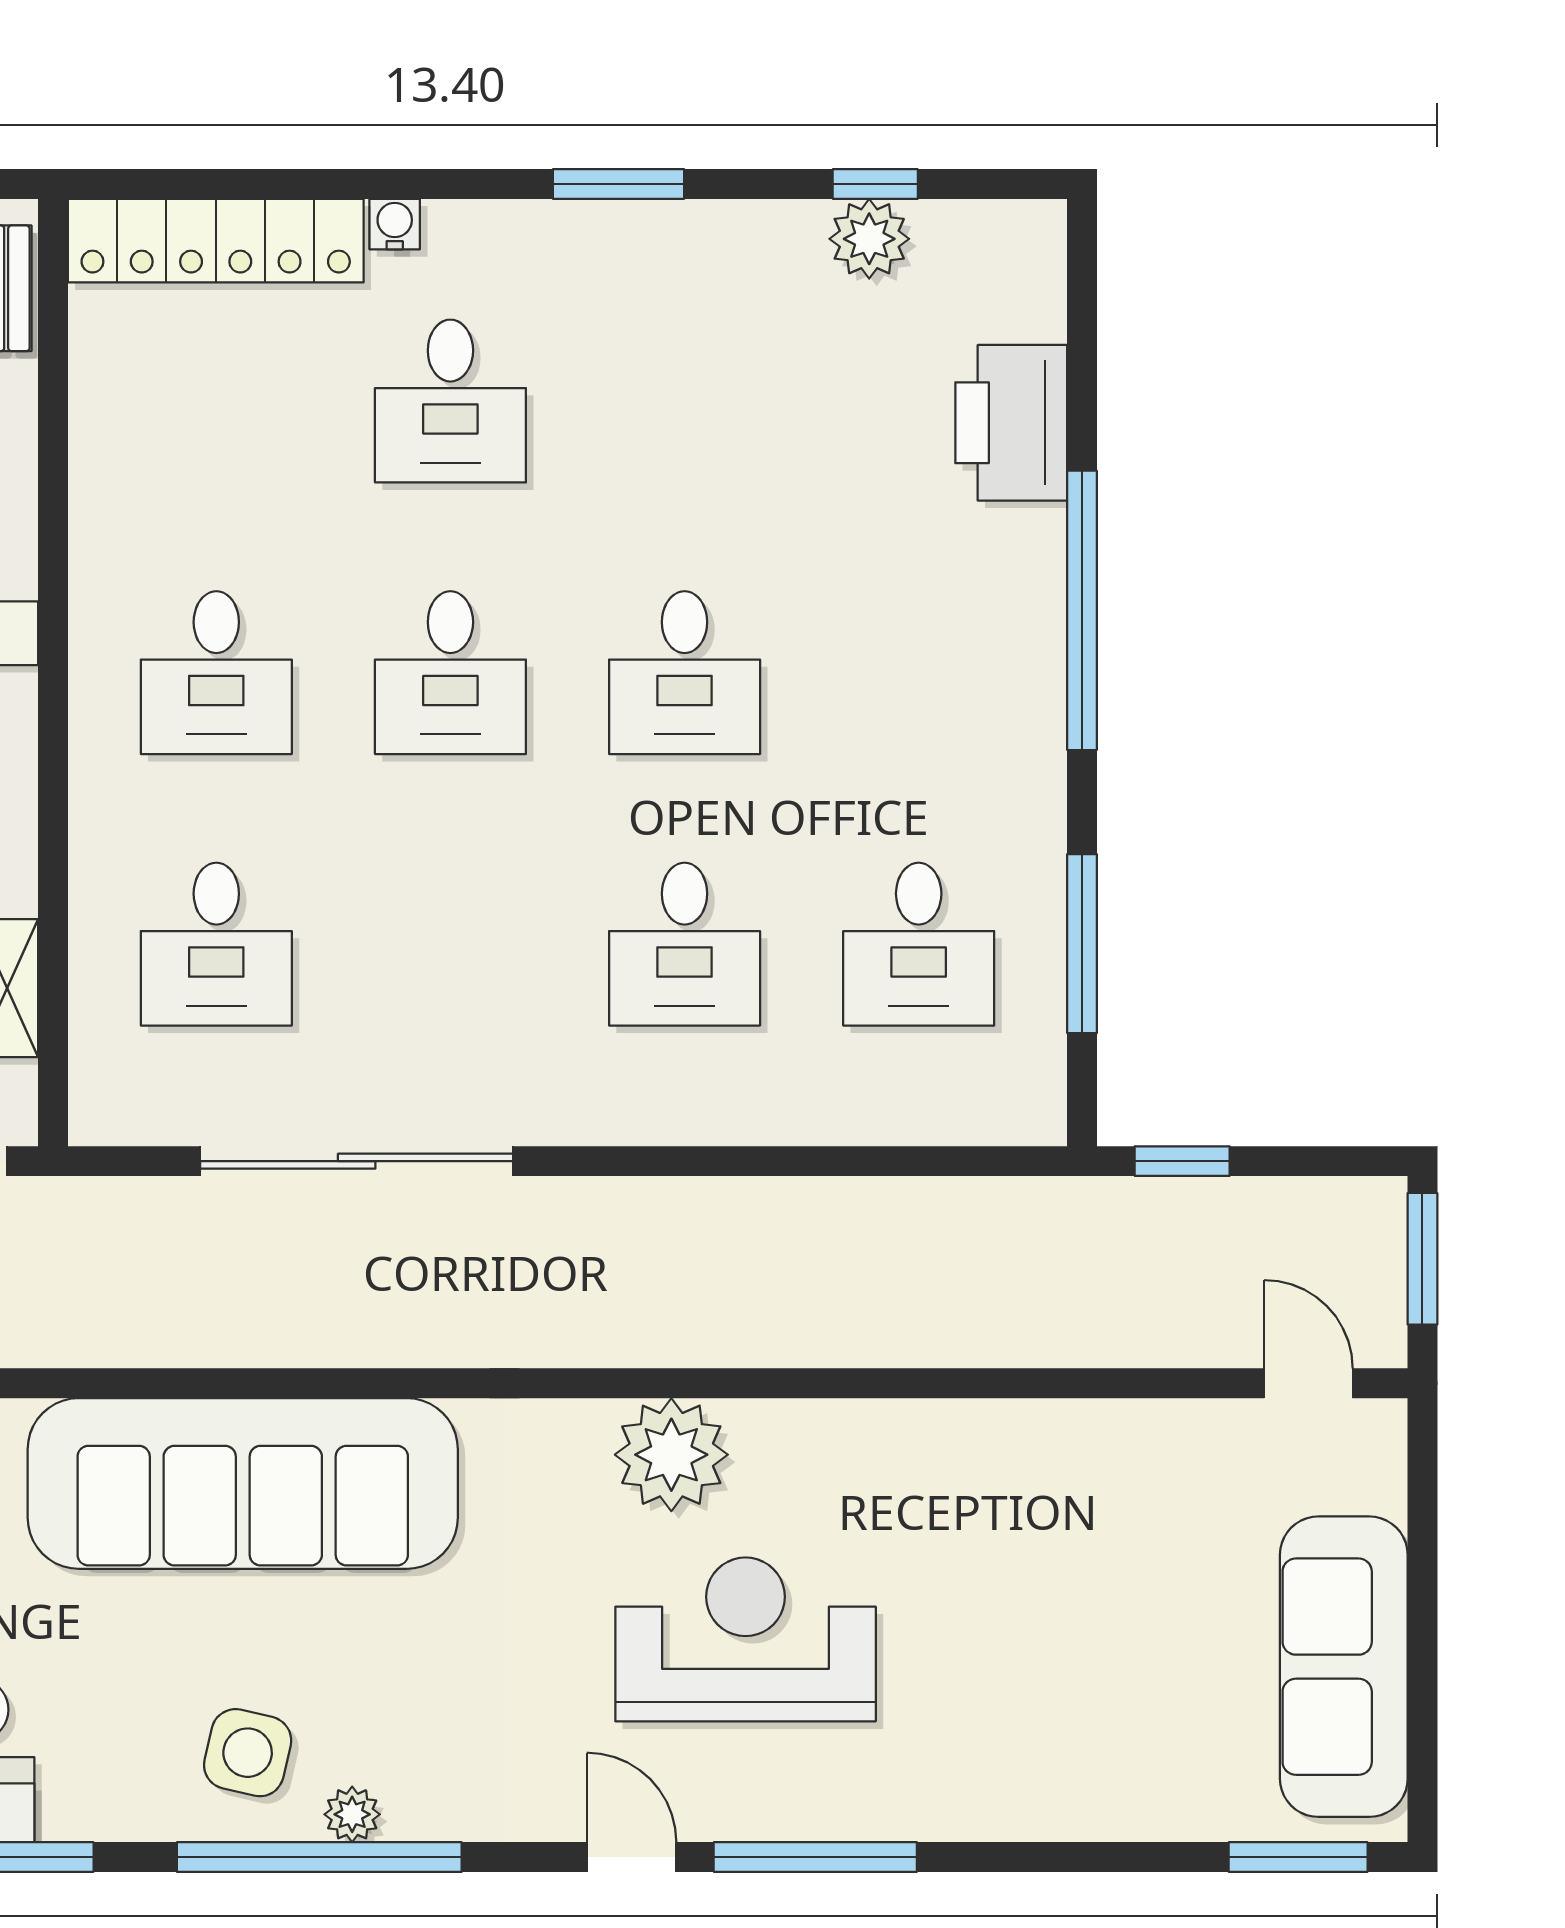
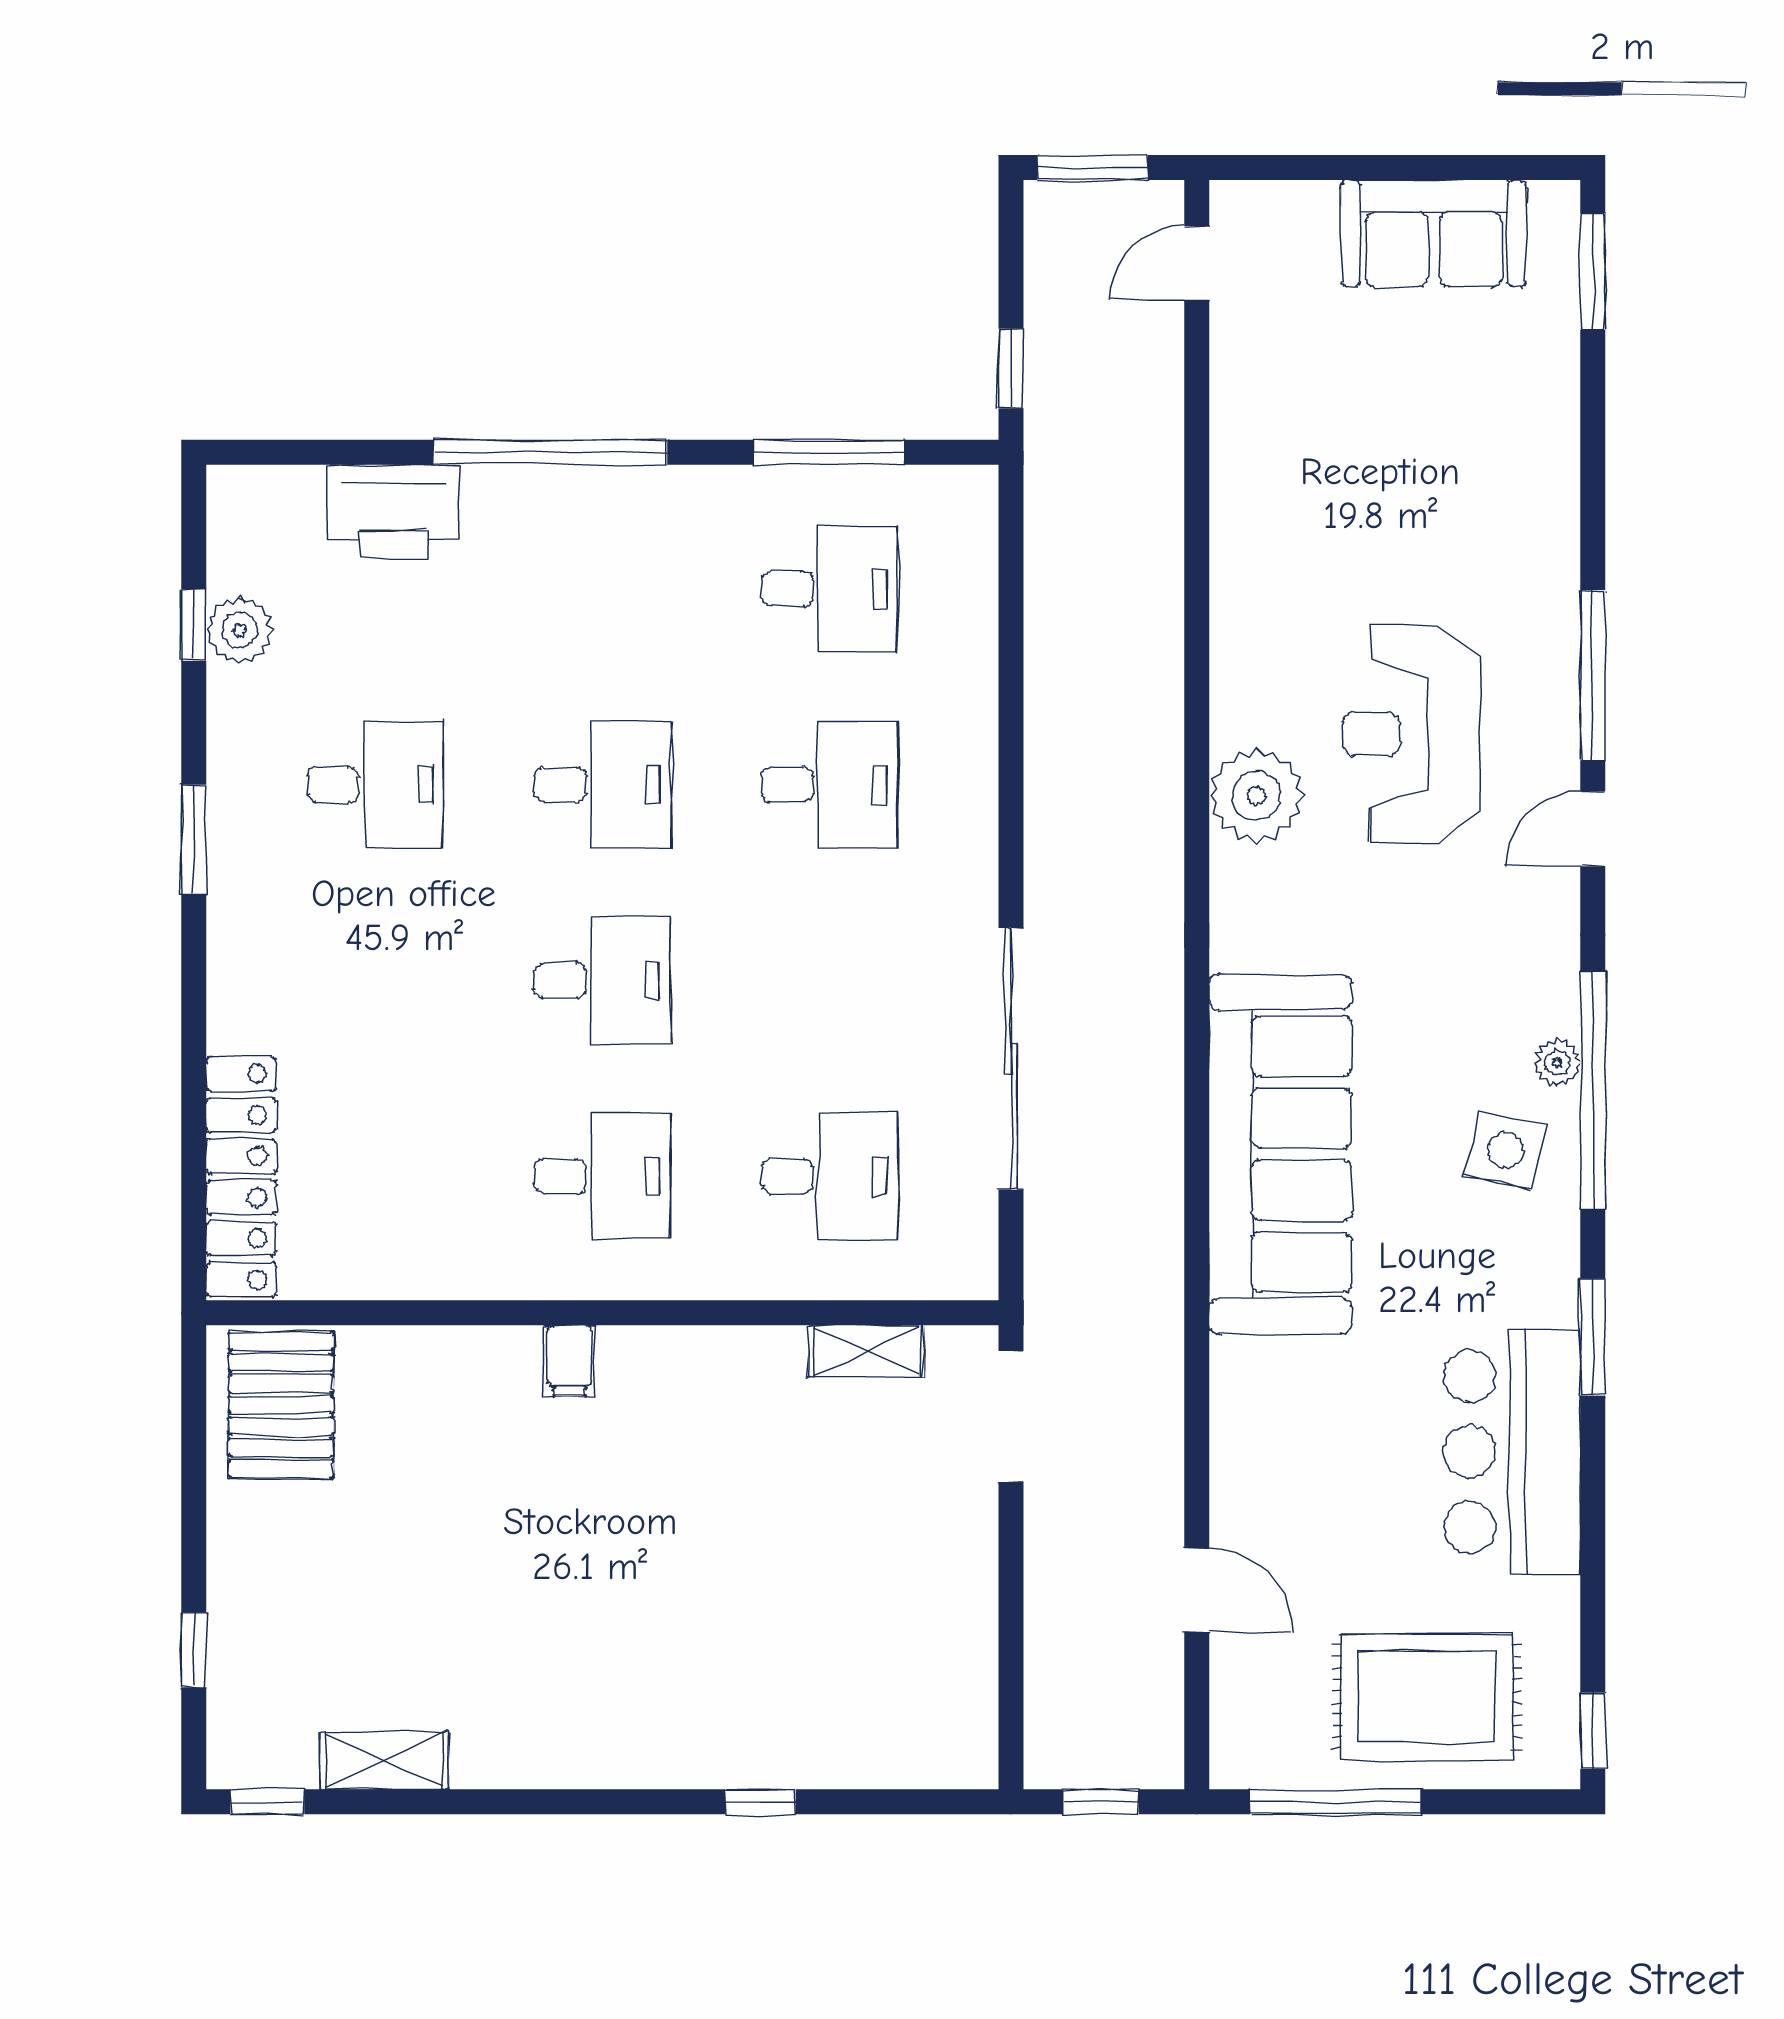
water cooler: (395, 224) -> (227, 1027), removed
desk: (450, 401) -> (375, 785), moved
sofa: (1344, 1667) -> (1434, 233), width x0.73

